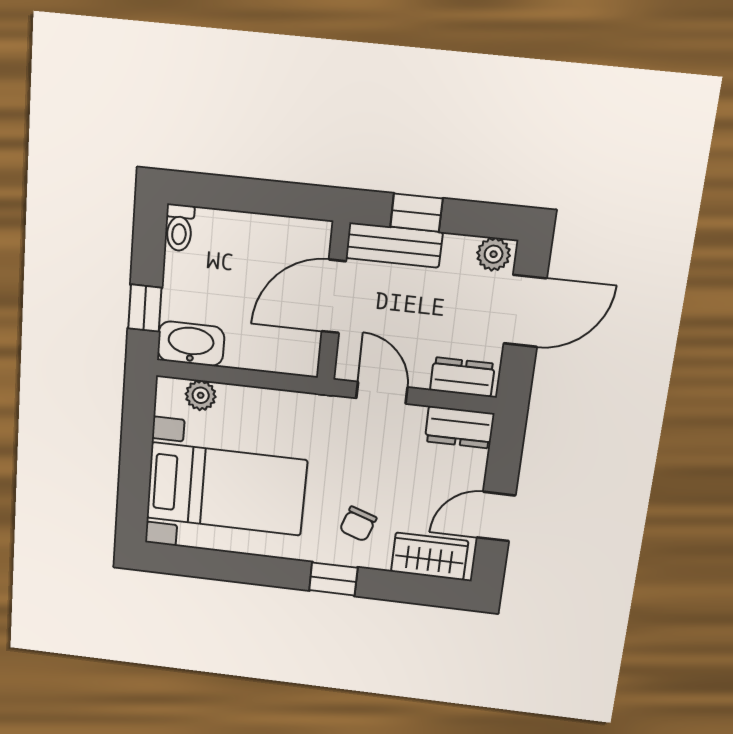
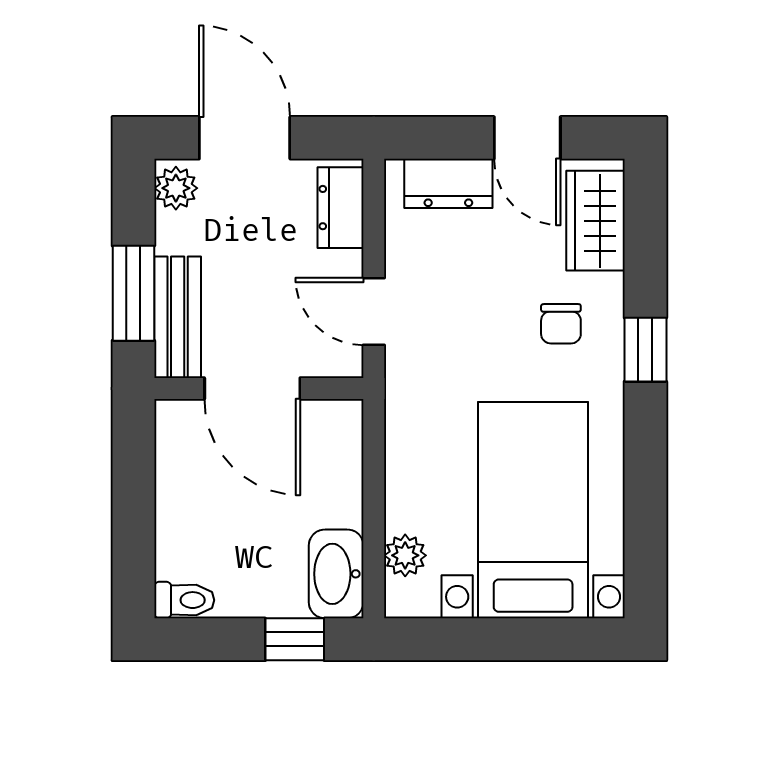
window: (416, 213) -> (133, 293), width x1.50
door: (382, 393) -> (374, 311), hinge flipped
dresser: (460, 427) -> (448, 183), moved, turned 90
chair: (358, 524) -> (561, 324), turned 71

